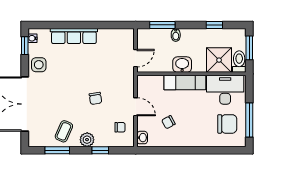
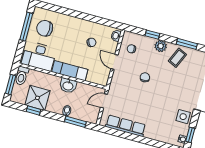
row of seats: (74, 36) -> (126, 126), moved
shower: (219, 60) -> (37, 98), moved

